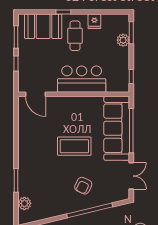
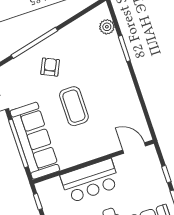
coffee table: (74, 146) -> (74, 106), turned 90

